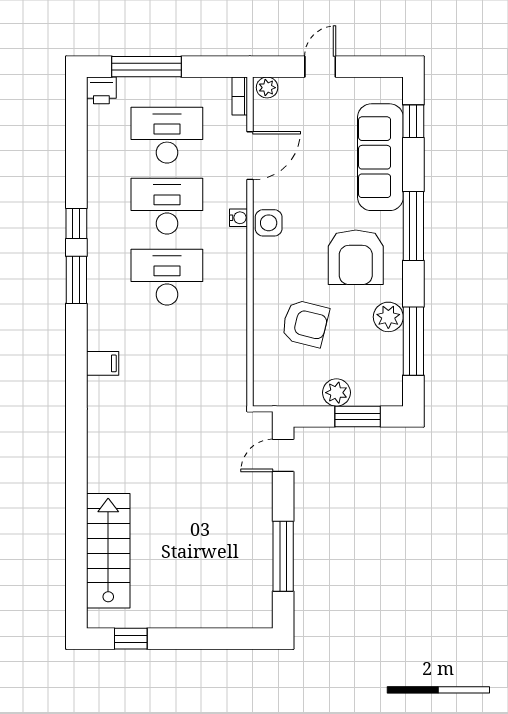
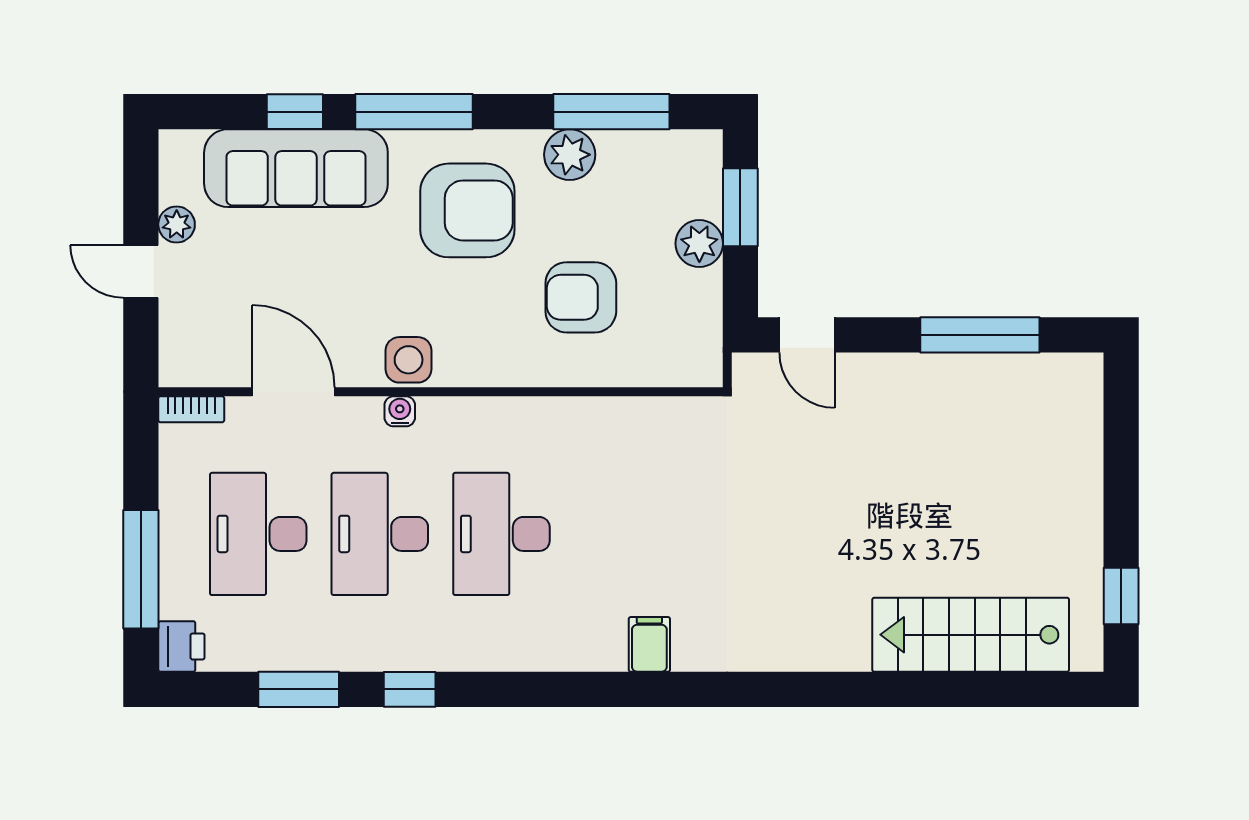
plant: (267, 88) -> (177, 224), moved
window: (413, 121) -> (295, 112), moved
window: (76, 280) -> (299, 689), moved
armchair: (305, 323) -> (581, 297), turned -104

